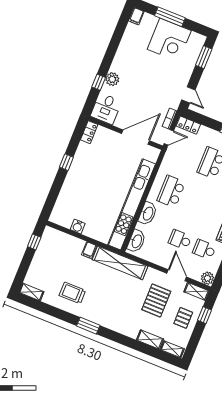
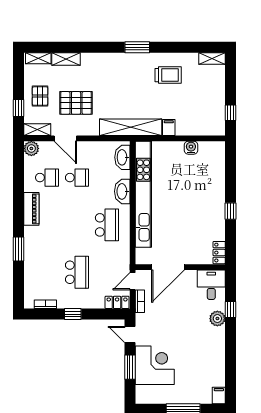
corner desk: (169, 40) -> (155, 365), moved, turned 90
window: (204, 57) -> (130, 367), moved
pallet: (156, 301) -> (76, 103), turned 90

